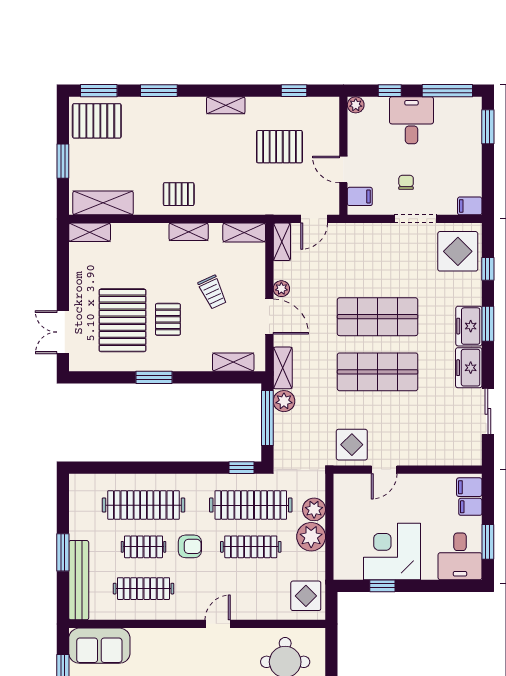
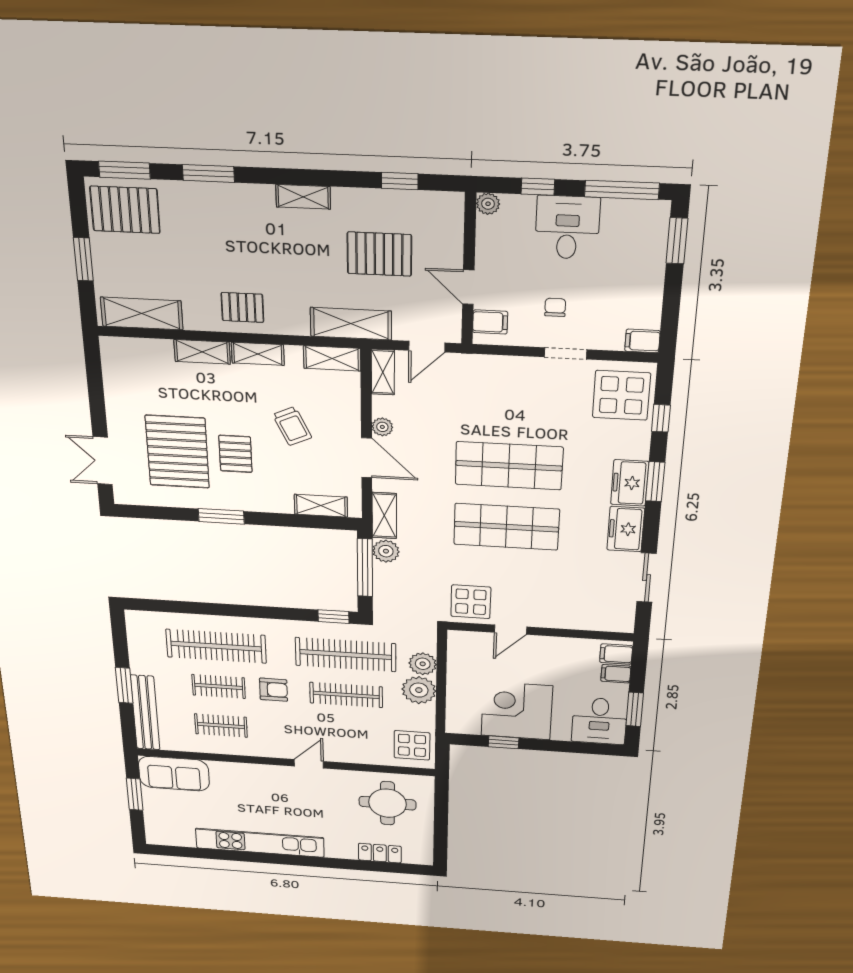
shelving: (258, 203) -> (351, 324), added
doorway: (415, 219) -> (565, 353), width x0.73
shelving: (90, 232) -> (202, 352), moved
clothes rail: (143, 589) -> (221, 726), width x0.73

